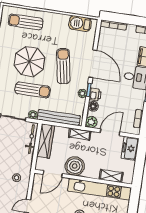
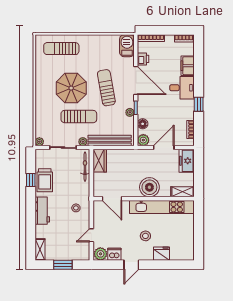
barbecue: (80, 24) -> (127, 46), moved, turned 90
printer: (95, 95) -> (143, 59), moved
shelving: (80, 134) -> (133, 154), removed
wardrobe: (45, 141) -> (100, 161), width x0.67
boiler: (75, 166) -> (149, 187), moved
door: (53, 174) -> (112, 199), hinge flipped
shelving: (111, 176) -> (183, 192), moved

